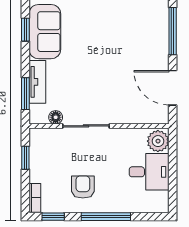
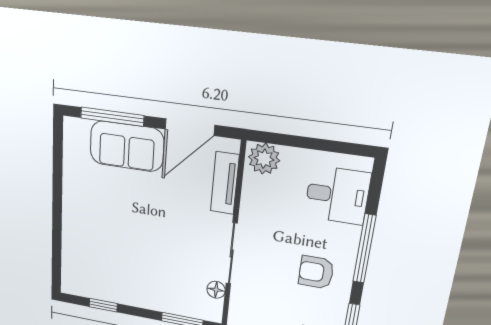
sofa: (45, 32) -> (127, 146), moved, turned 180
tv unit: (37, 82) -> (225, 183), moved, turned -90
desk: (149, 172) -> (337, 195), moved, turned 90

